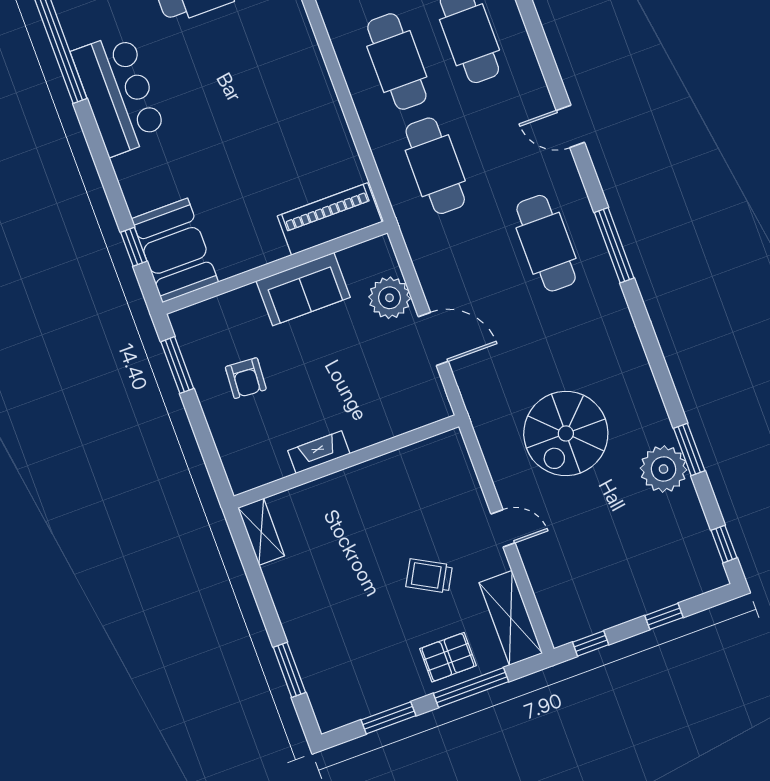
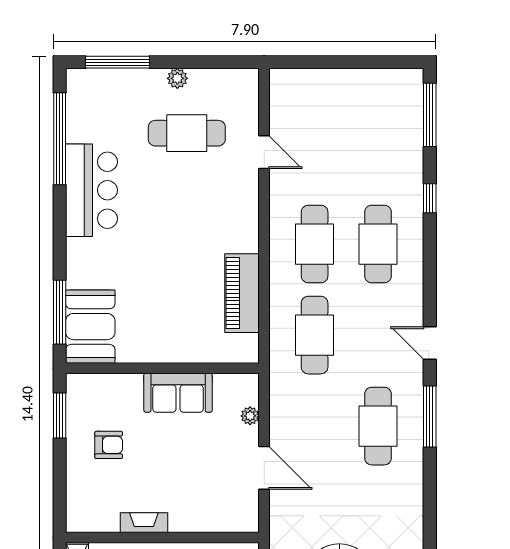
piano: (330, 219) -> (242, 293), moved, turned -90
window: (614, 245) -> (430, 416), moved
window: (134, 247) -> (60, 312), width x2.17
plant: (390, 298) -> (250, 416), width x0.53, depth x0.53
armchair: (246, 378) -> (109, 445), turned -94

